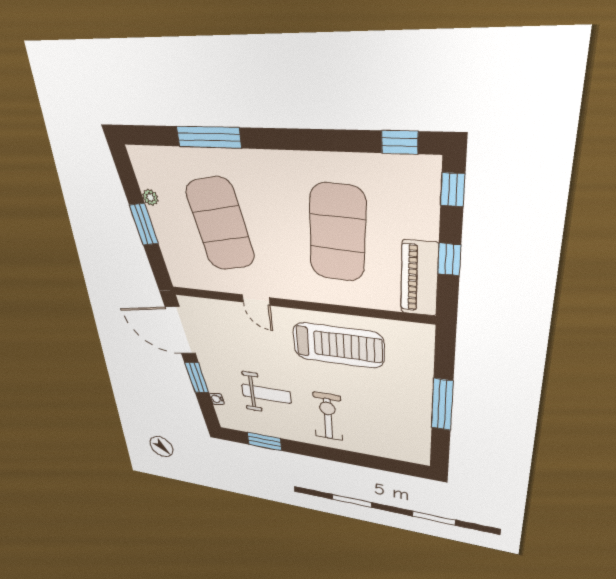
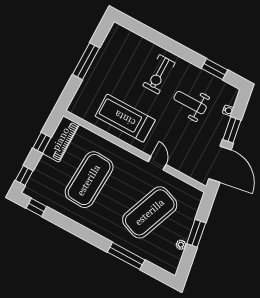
exercise mat: (220, 224) -> (150, 212), turned 33

